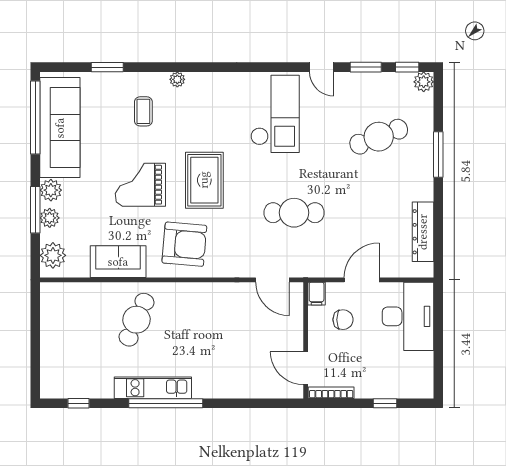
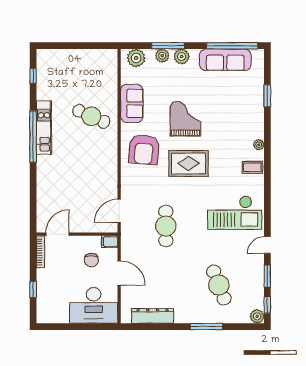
coffee table: (143, 111) -> (252, 167), moved
sofa: (60, 128) -> (225, 60), width x0.74, depth x0.79

